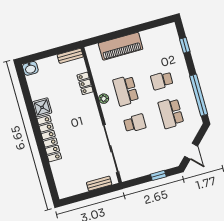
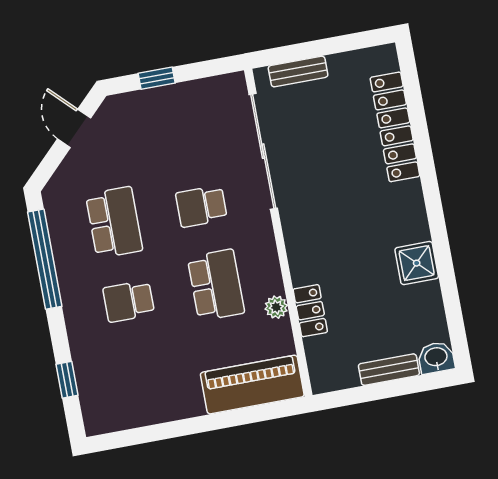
piano: (121, 46) -> (252, 385), moved
bench: (70, 56) -> (389, 370), moved
school desk: (162, 81) -> (129, 301), turned 180
plant: (104, 99) -> (276, 307), moved
locker: (49, 139) -> (395, 127), moved

